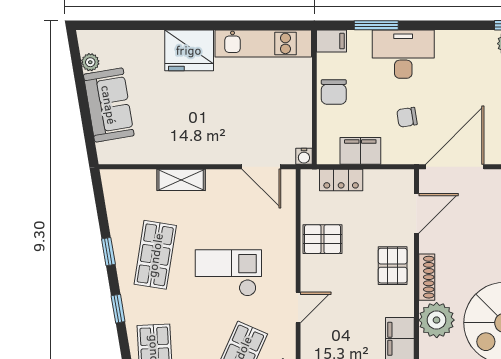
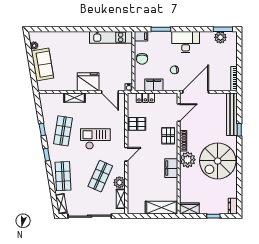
fridge: (189, 50) -> (88, 82), moved, turned 180
desk: (403, 54) -> (186, 42), moved

